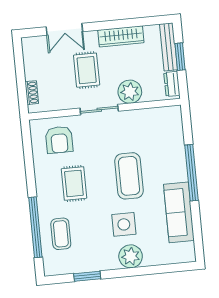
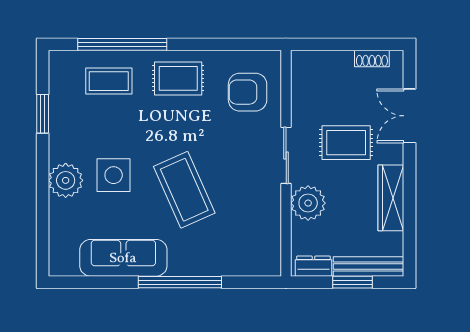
shoe rack: (32, 93) -> (372, 59), moved
coffee table: (129, 176) -> (184, 190), turned 66
rug: (74, 183) -> (178, 78), moved

